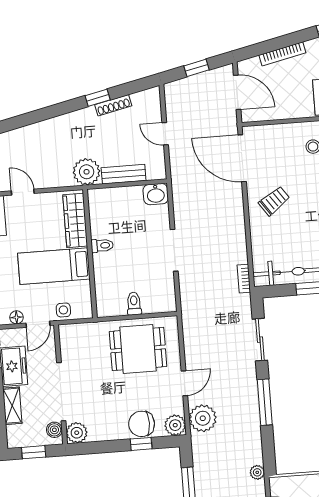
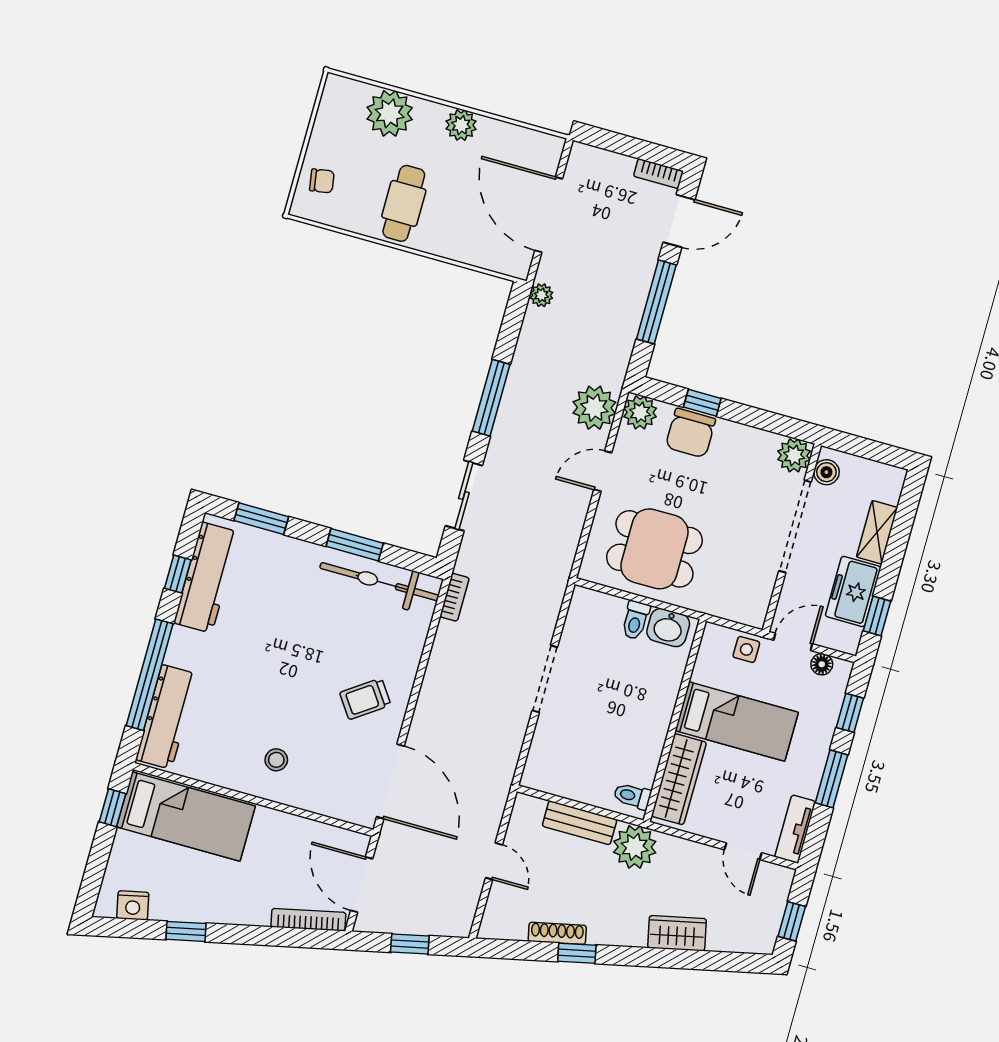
bookcase: (282, 54) -> (308, 920), moved
wardrobe: (44, 131) -> (677, 933), added
washbasin: (156, 194) -> (668, 628), moved, turned 180
toilet: (102, 246) -> (632, 796), moved
chair: (142, 424) -> (690, 433), turned 90
window: (34, 452) -> (870, 450), removed

